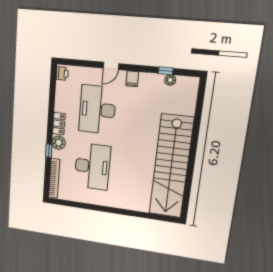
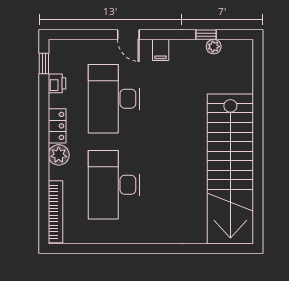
door: (111, 66) -> (128, 35), hinge flipped
printer: (62, 73) -> (57, 83), moved
window: (49, 151) -> (44, 64), moved
desk: (92, 166) -> (114, 185), turned 180

